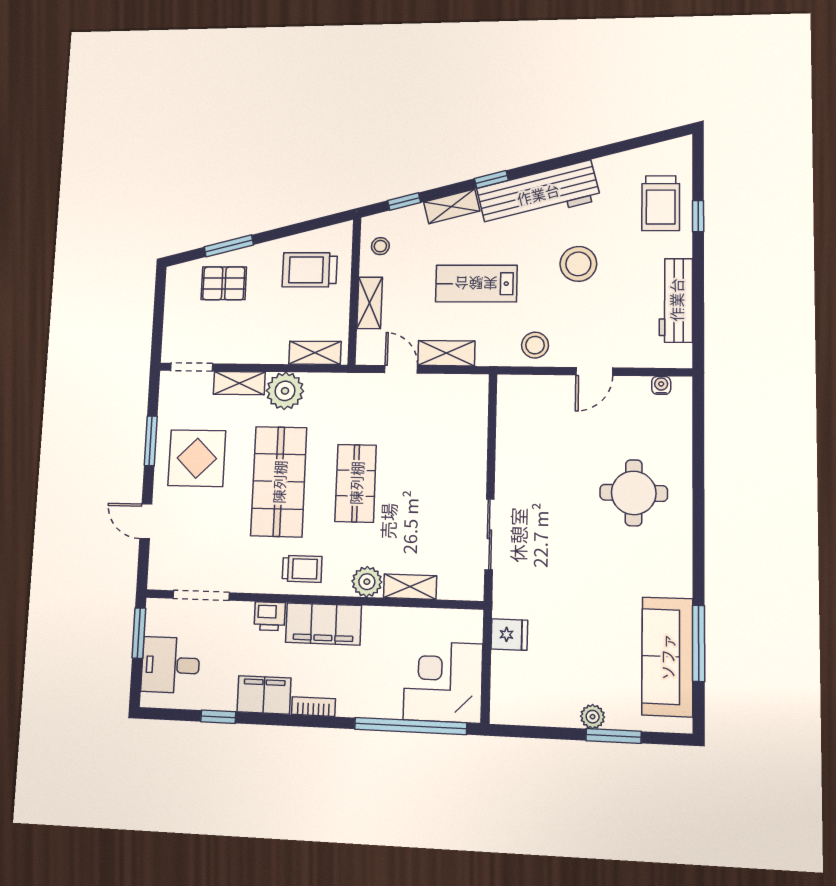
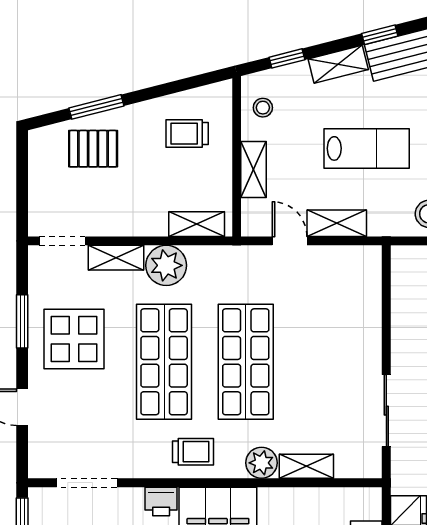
trolley: (310, 270) -> (187, 134), width x0.73, depth x0.72
lab bench: (476, 284) -> (367, 148), turned 180
shop shelf: (356, 483) -> (246, 362), width x1.43, depth x1.36

